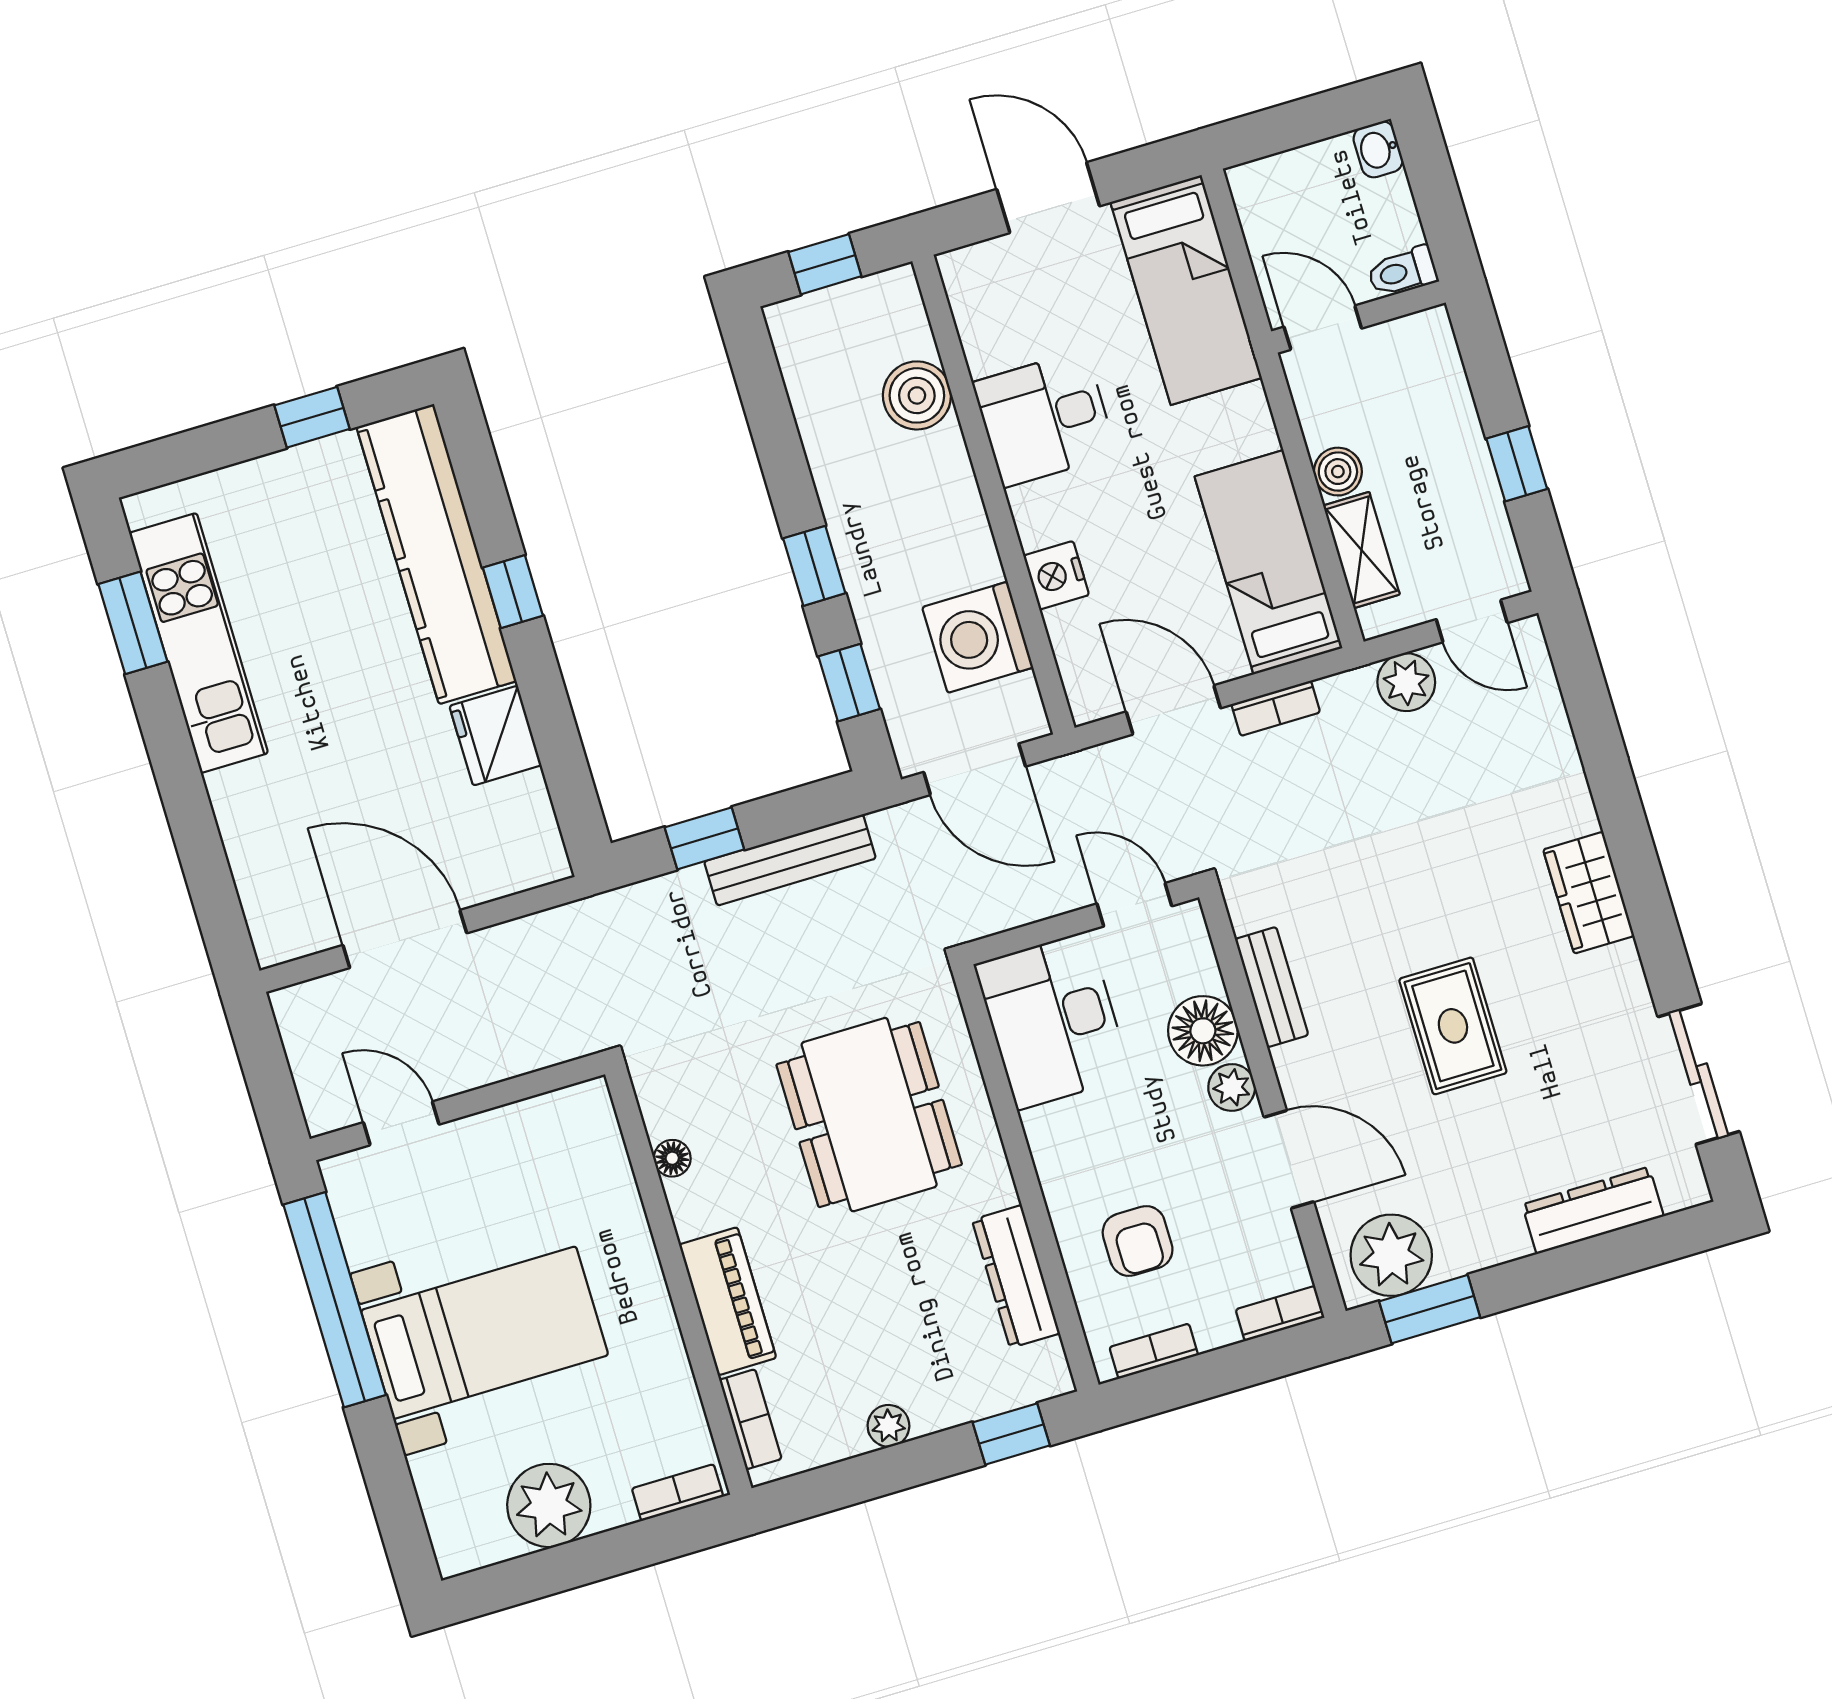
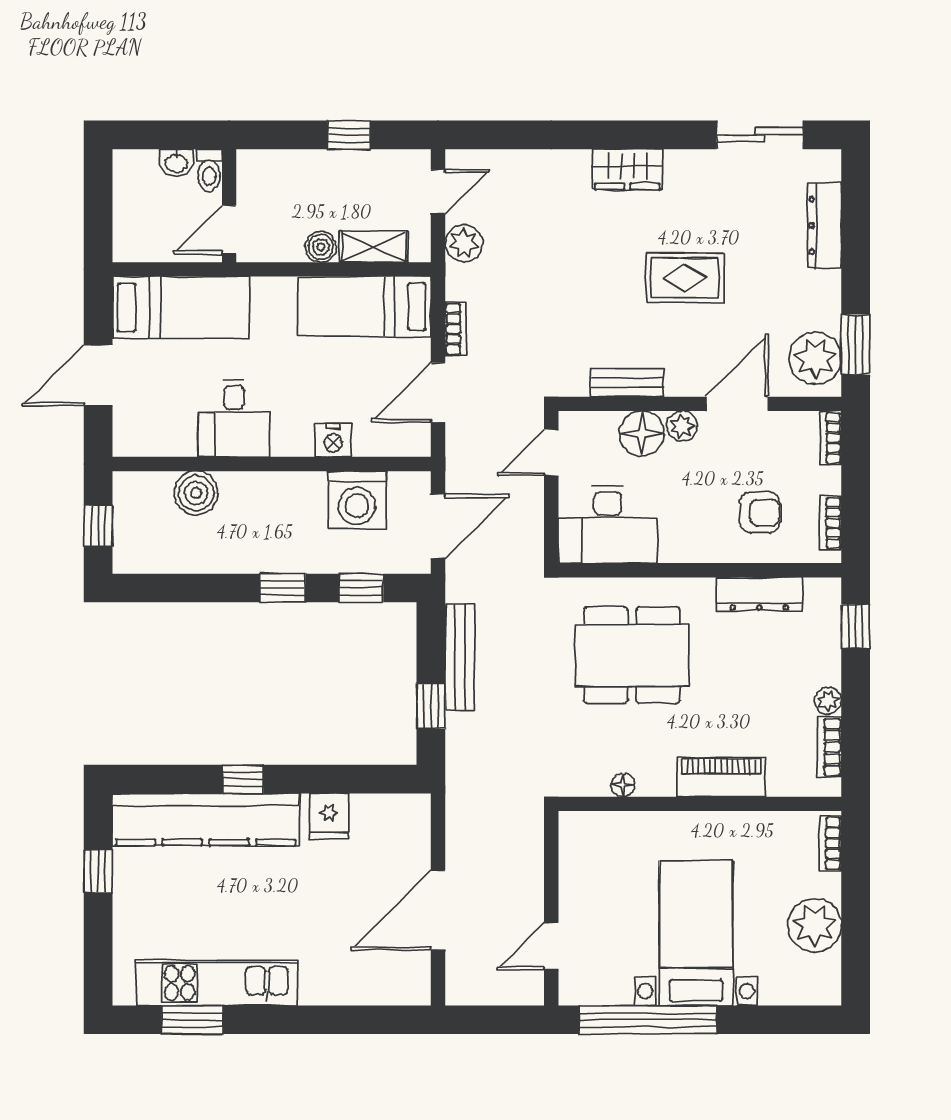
washbasin: (1378, 149) -> (176, 163), moved
fridge: (495, 736) -> (329, 816), width x0.72
bookcase: (751, 1419) -> (829, 747), moved, turned -90

